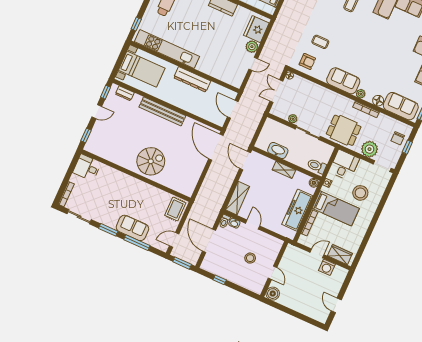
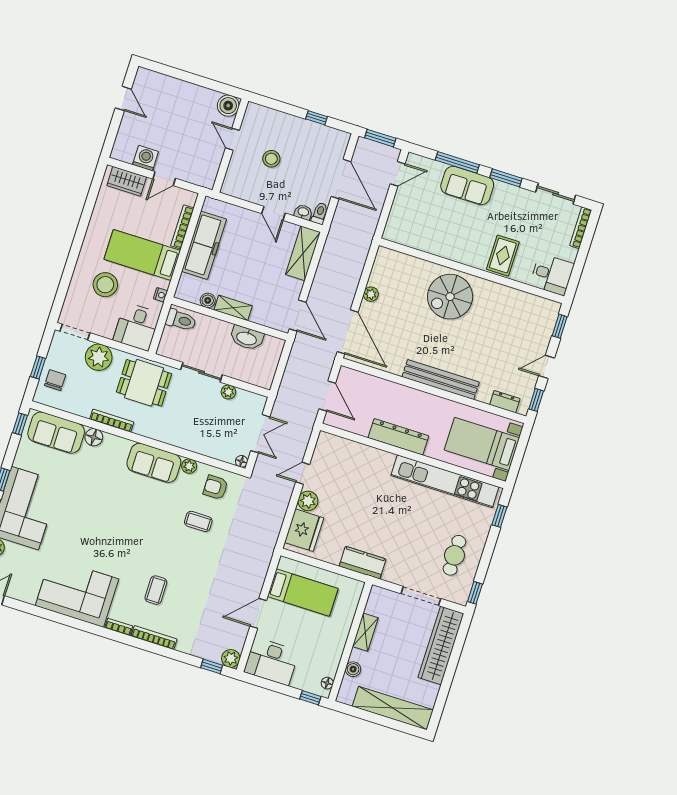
plant: (361, 94) -> (189, 466), moved
plant: (199, 168) -> (371, 294), added
boiler: (314, 183) -> (208, 300), moved
rug: (175, 209) -> (503, 256), moved

